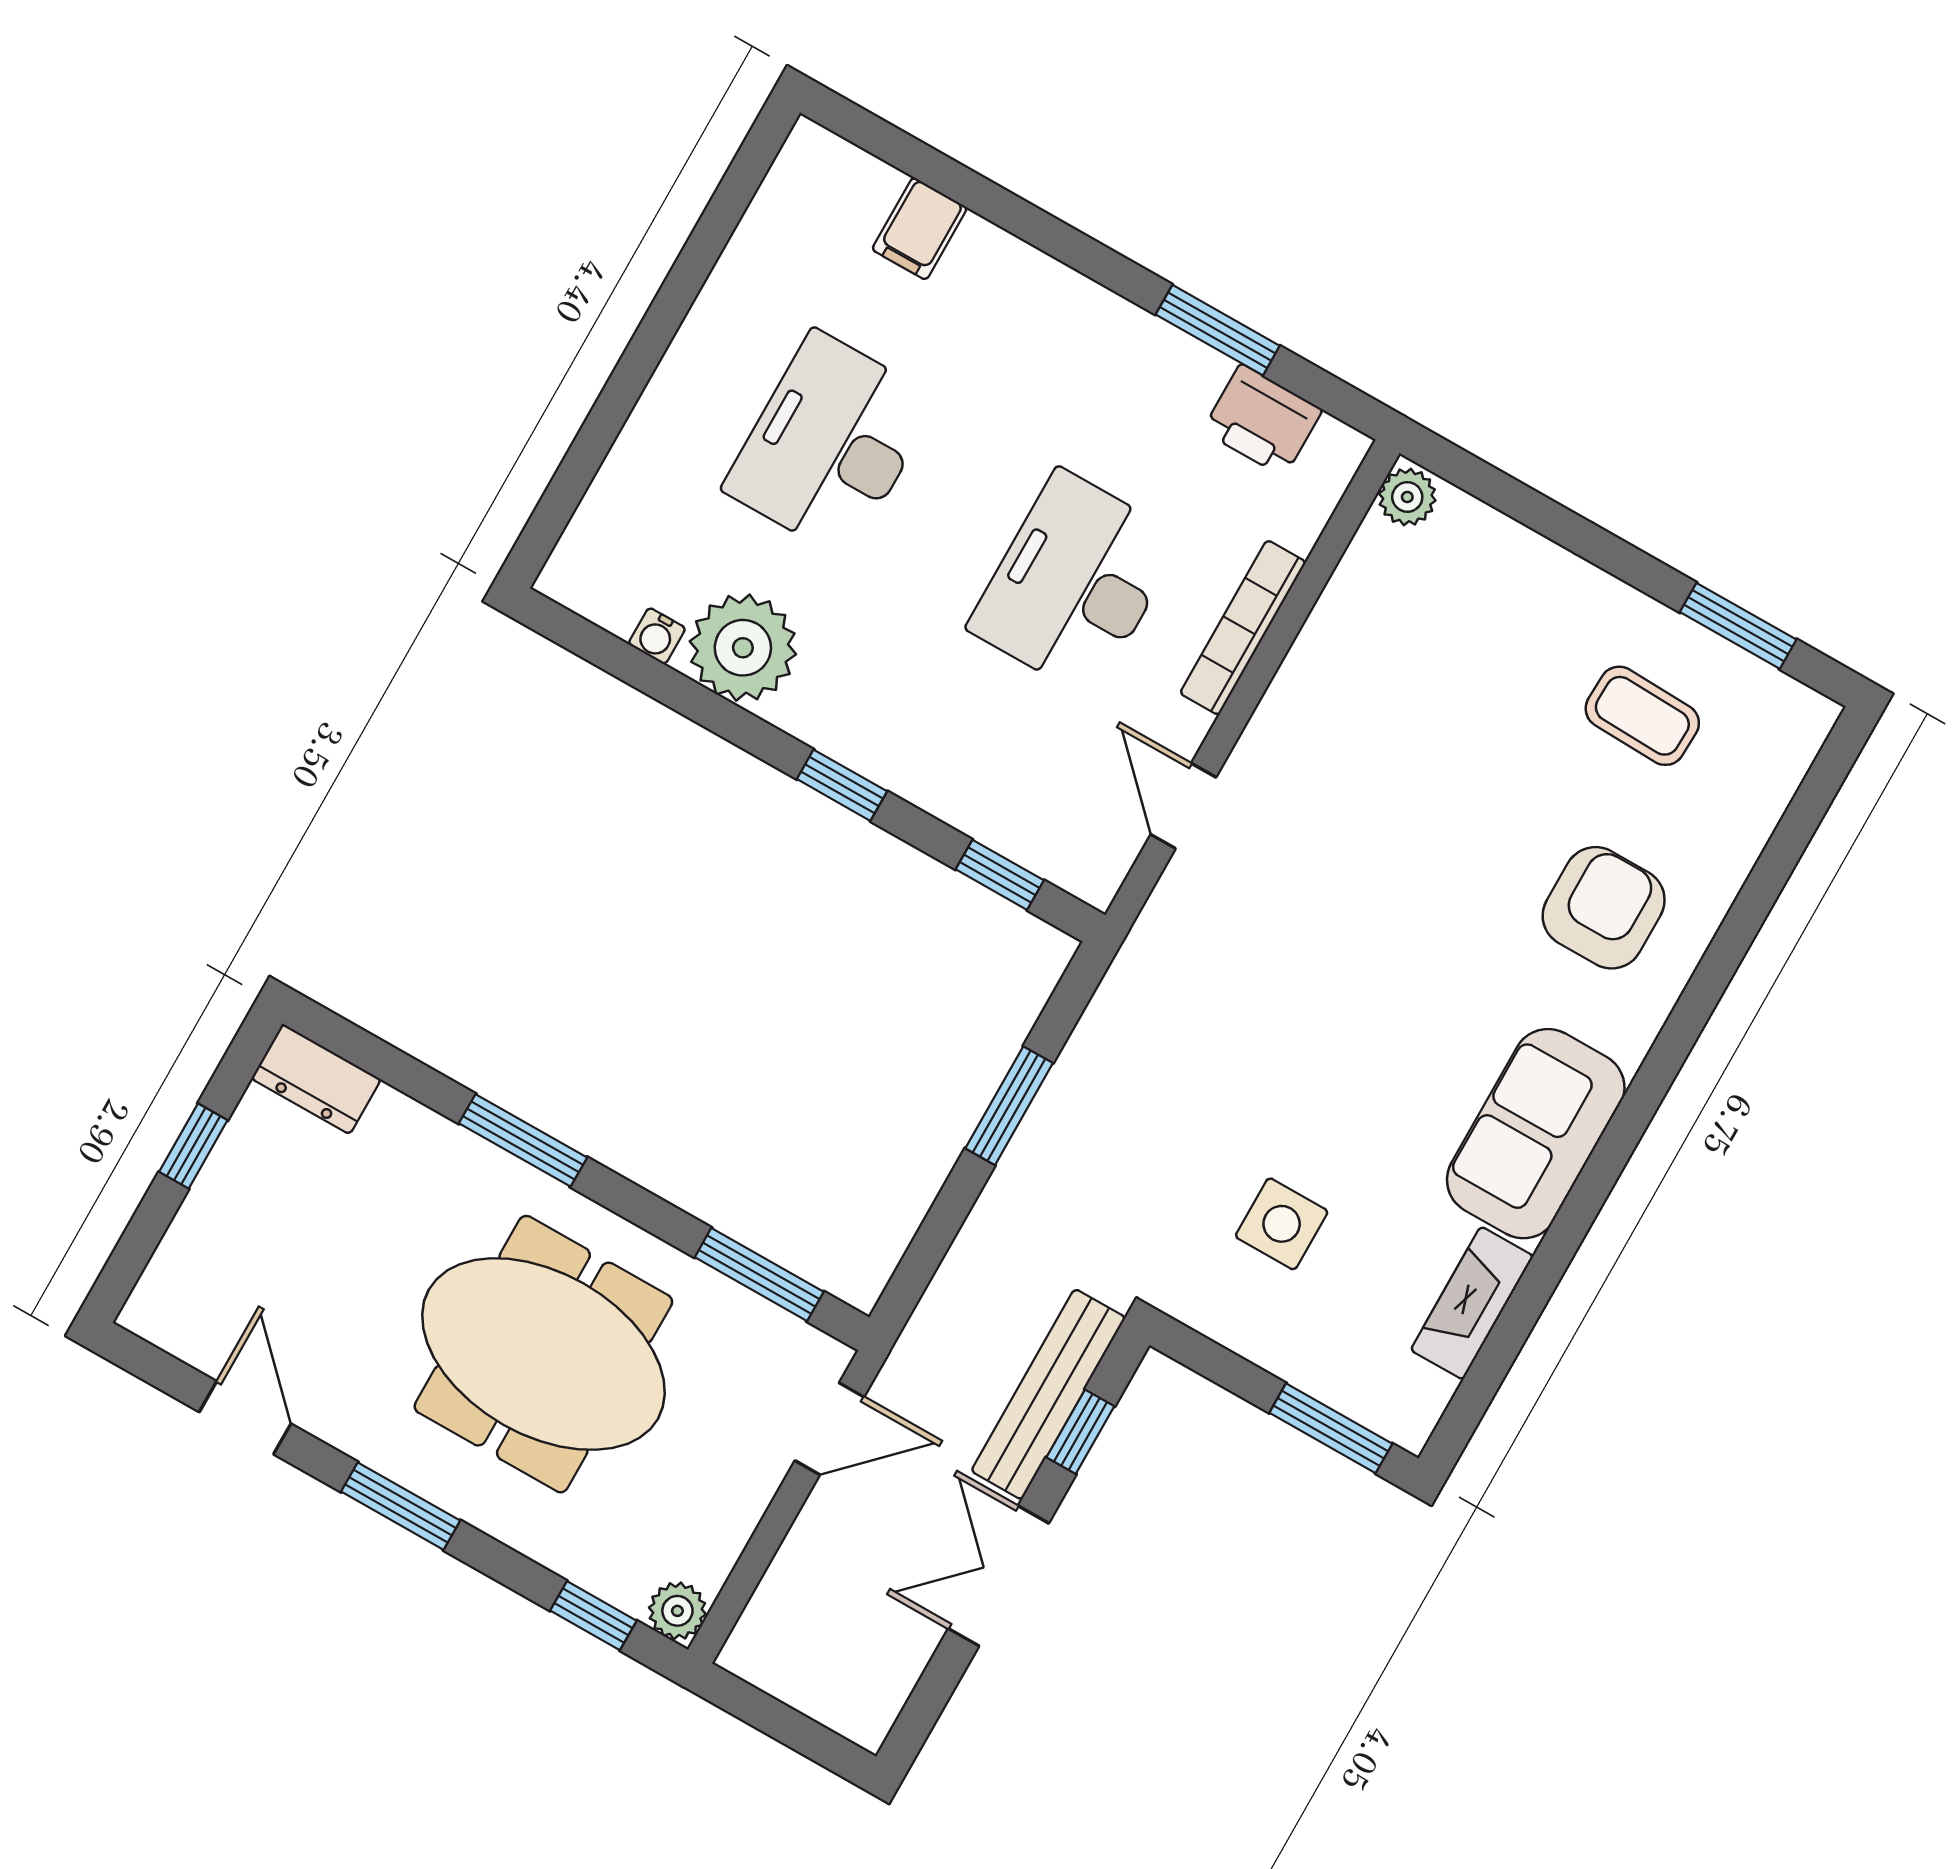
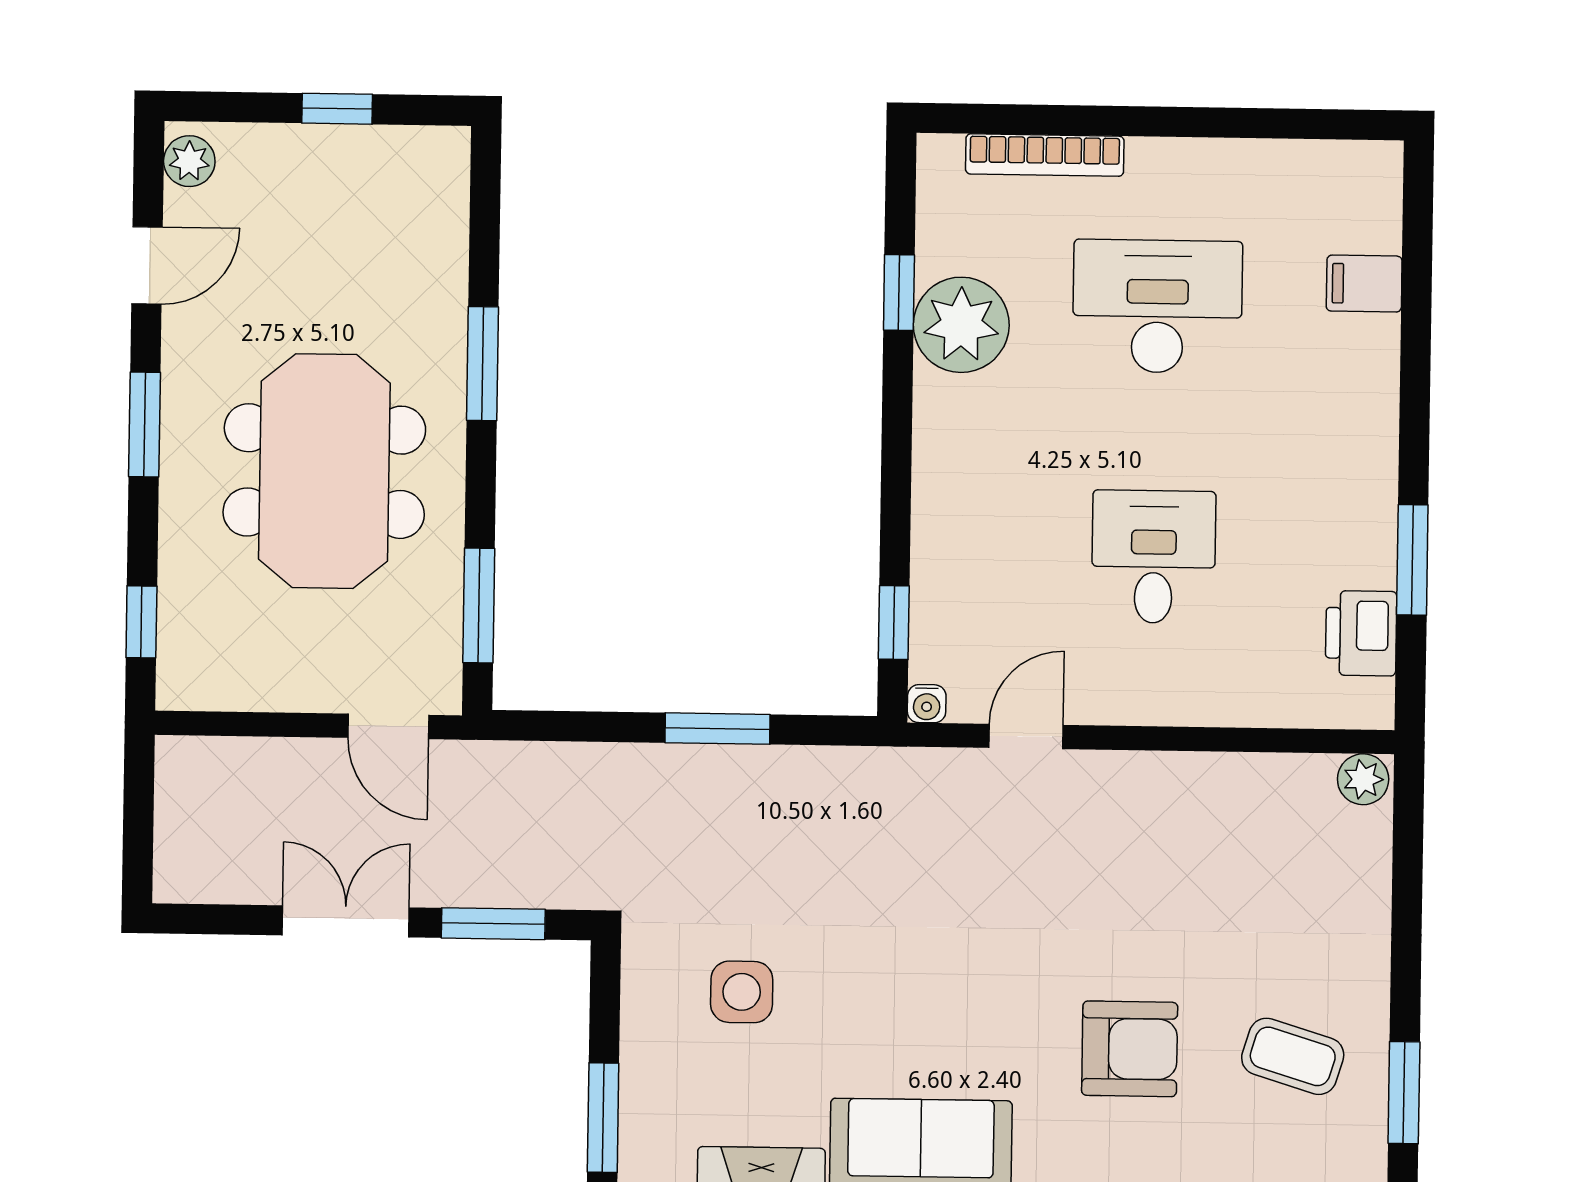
desk: (1075, 583) -> (1154, 557), width x0.73
bookcase: (1243, 628) -> (1045, 155), moved, turned 180
water cooler: (657, 636) -> (927, 704), moved, turned -90
coffee table: (1642, 716) -> (1293, 1056), turned -75
window: (842, 785) -> (899, 292), moved
armchair: (1604, 908) -> (1130, 1049), moved
dresser: (316, 1079) -> (442, 176), removed
bench: (1048, 1394) -> (509, 883), removed
window: (1080, 1432) -> (493, 924), width x1.50
plant: (677, 1611) -> (189, 161), moved

